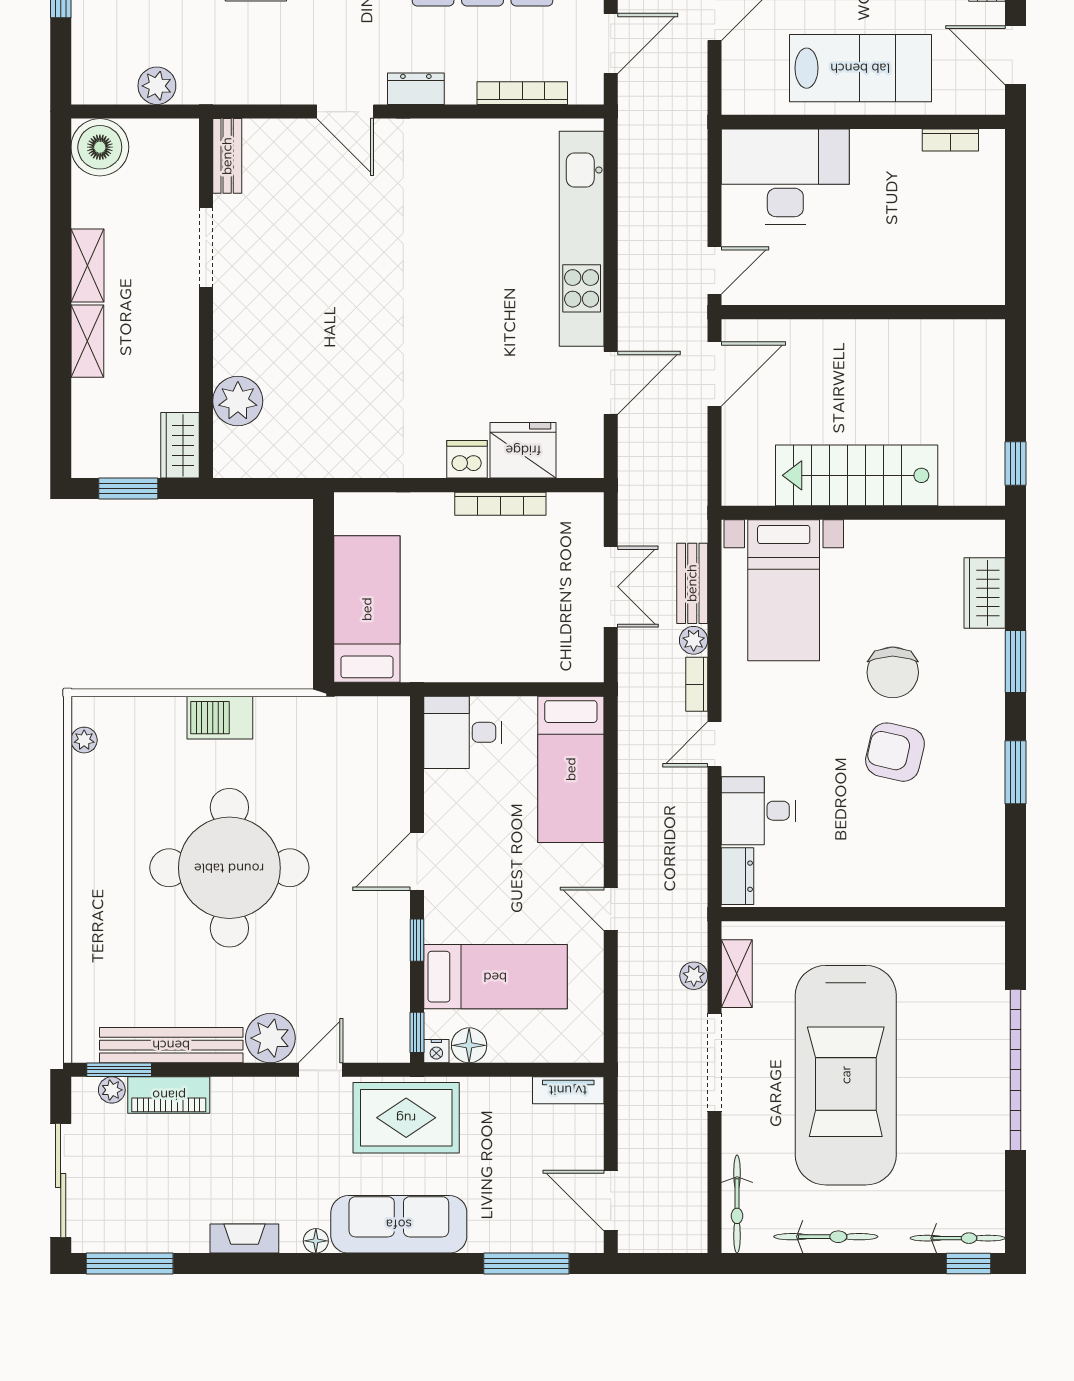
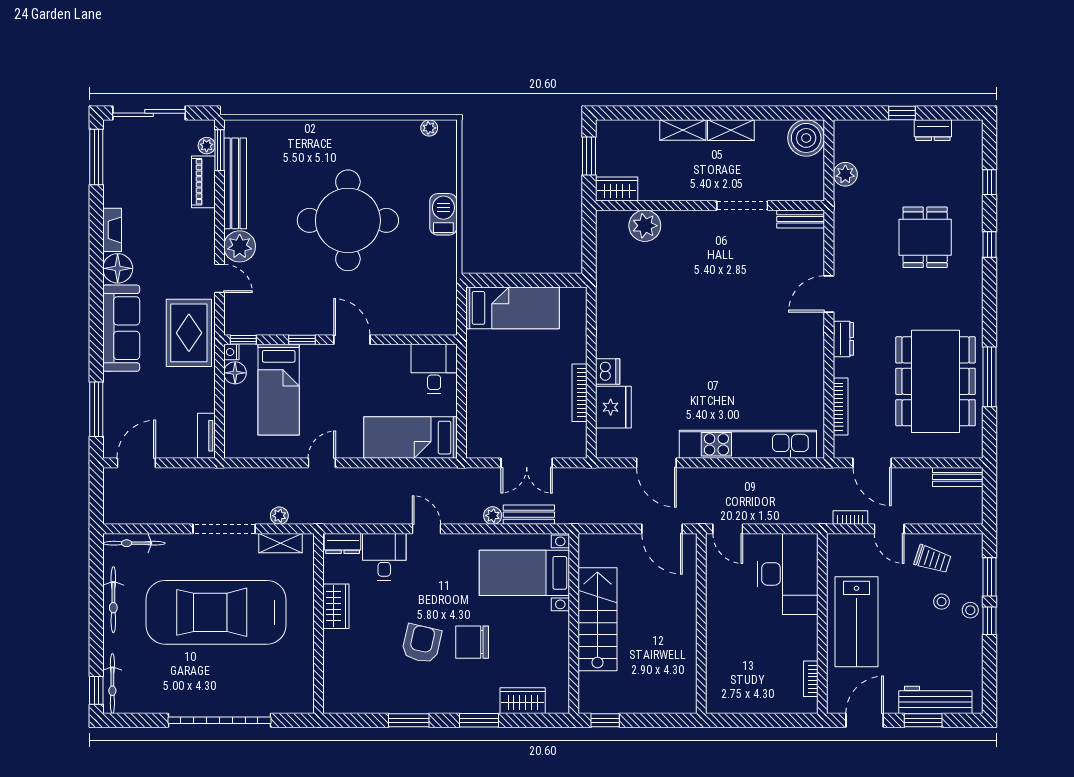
bookcase: (697, 684) -> (850, 518), moved
wardrobe: (836, 887) -> (336, 606), added
floor lamp: (316, 1241) -> (118, 268), width x1.89, depth x1.89

